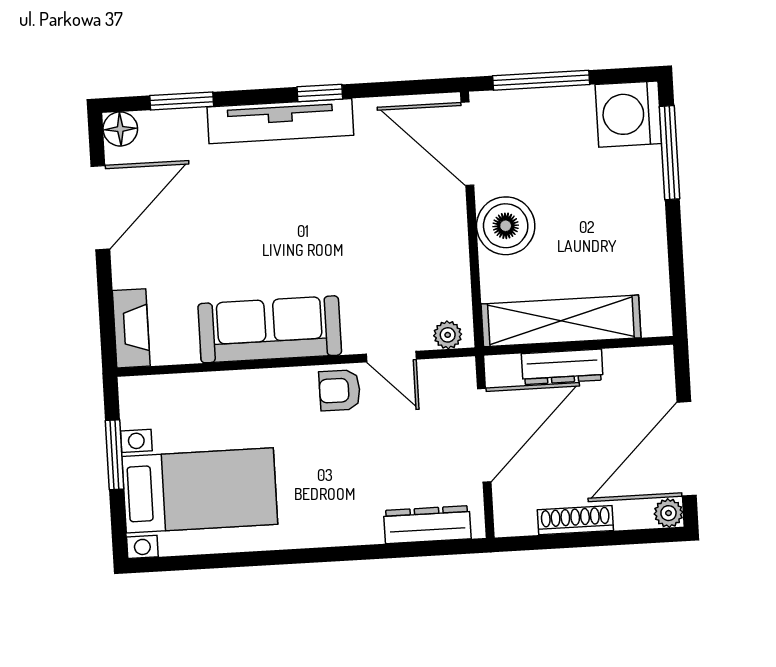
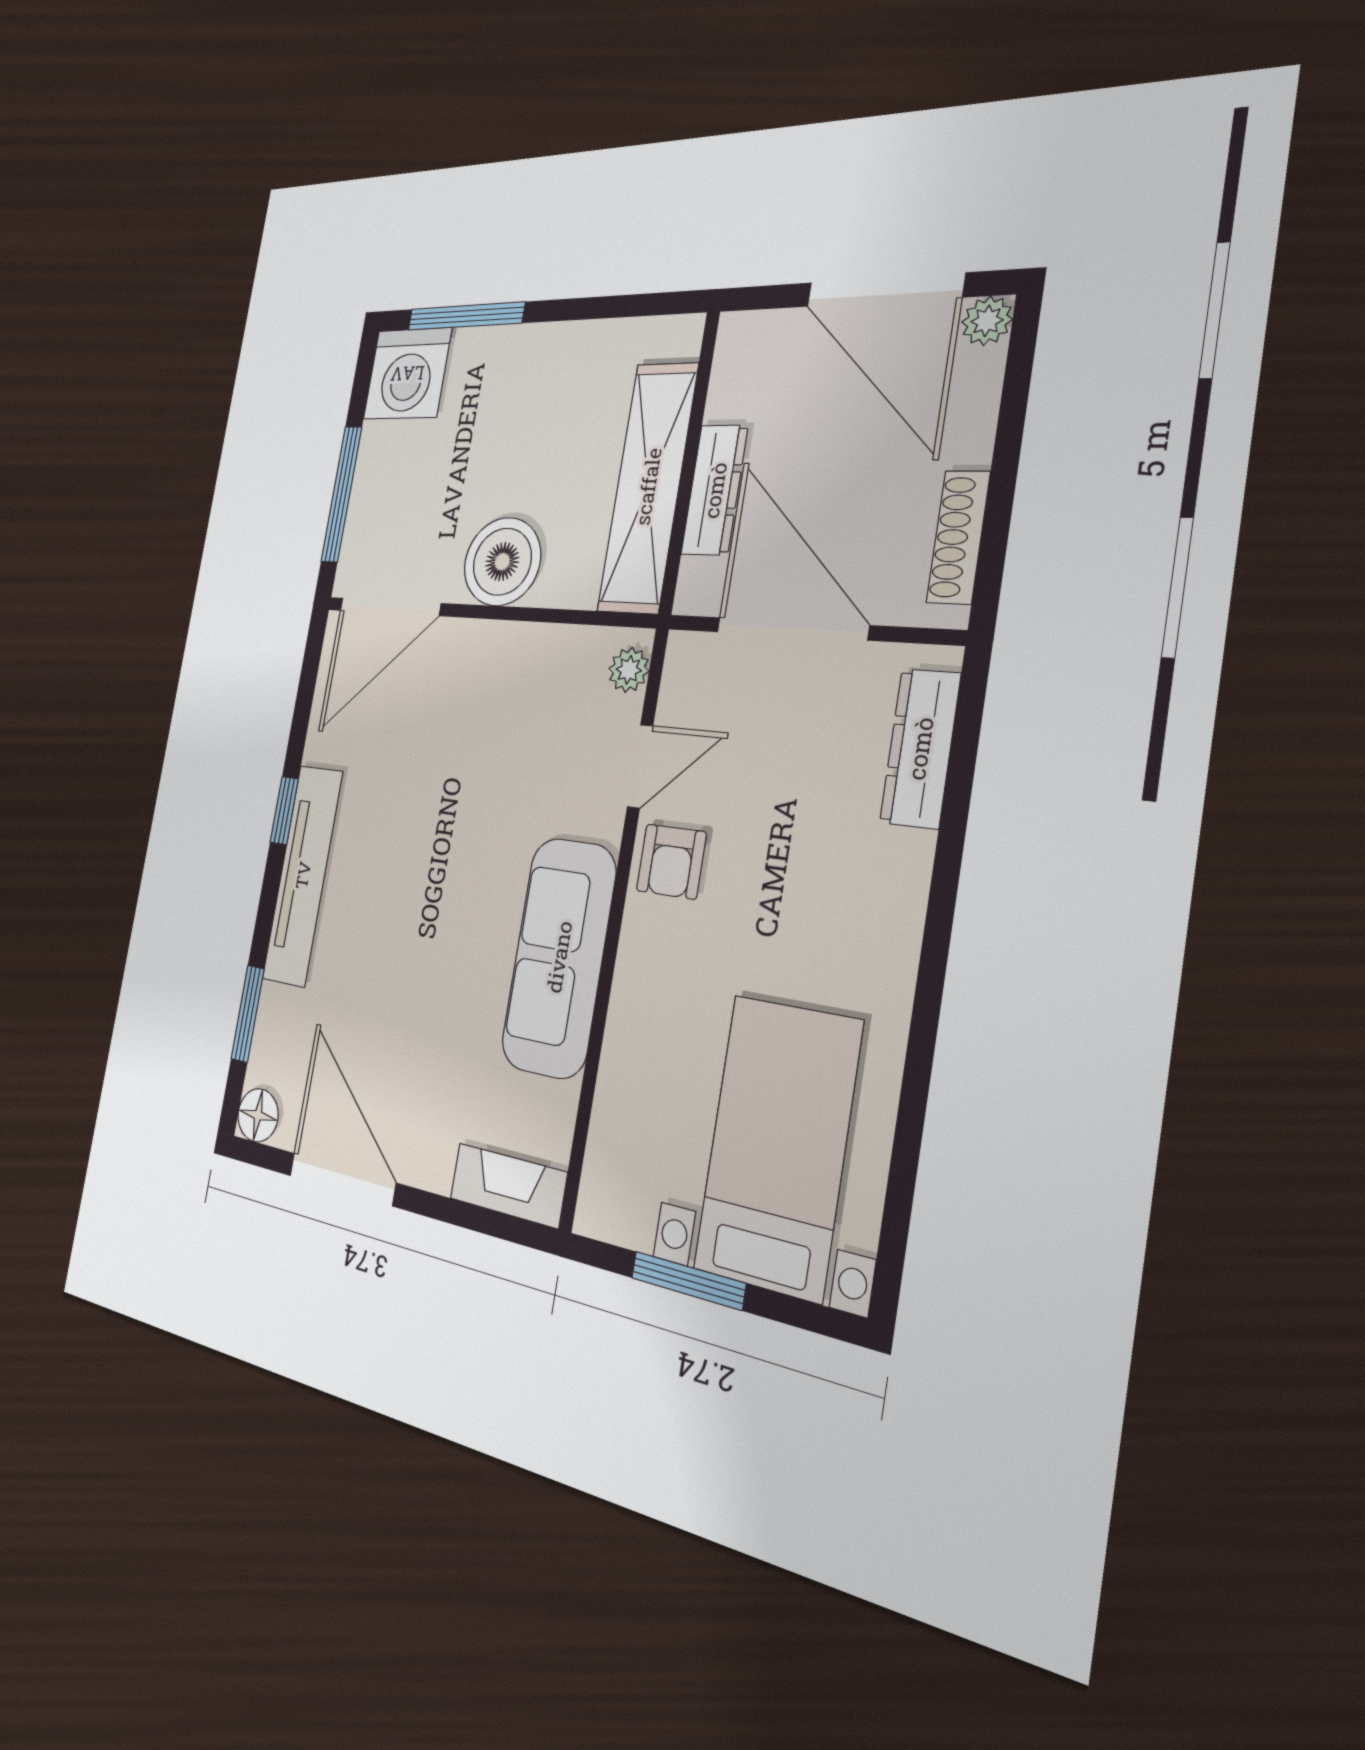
shoe rack: (575, 520) -> (958, 537), moved

